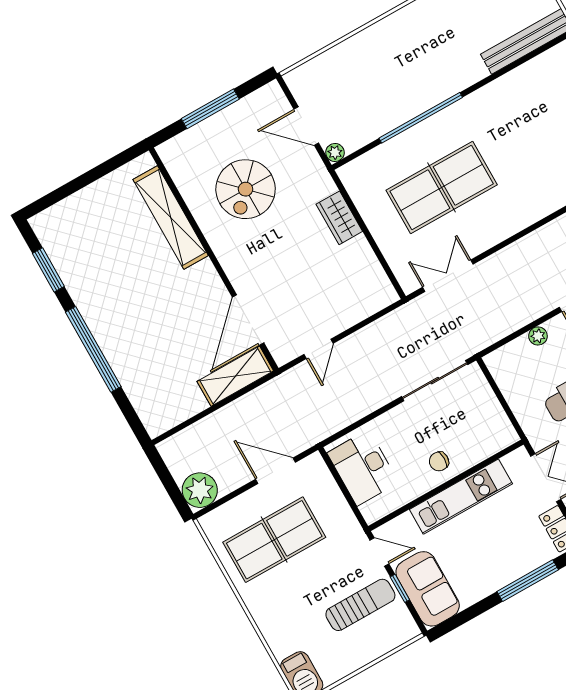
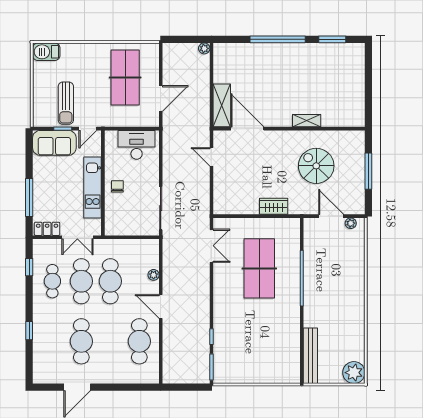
door: (306, 126) -> (331, 216), hinge flipped
plant: (335, 153) -> (351, 223), moved
shelving: (171, 217) -> (307, 121), width x0.45, depth x0.75
plant: (200, 490) -> (204, 48), moved, width x0.53, depth x0.53

